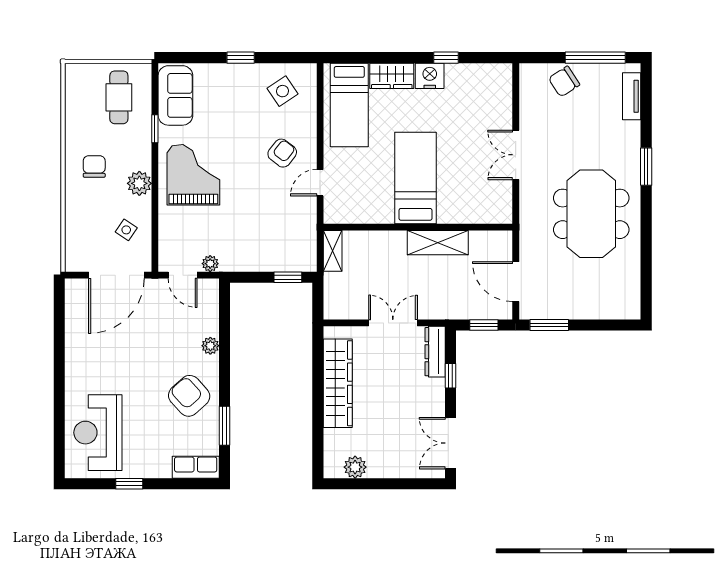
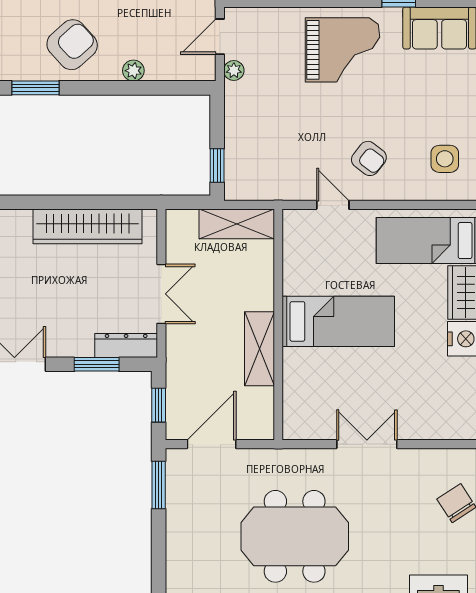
side table: (283, 91) -> (445, 159), turned 34
shelving: (333, 251) -> (237, 224), width x1.50, depth x1.33
window: (451, 376) -> (97, 364), width x1.50

